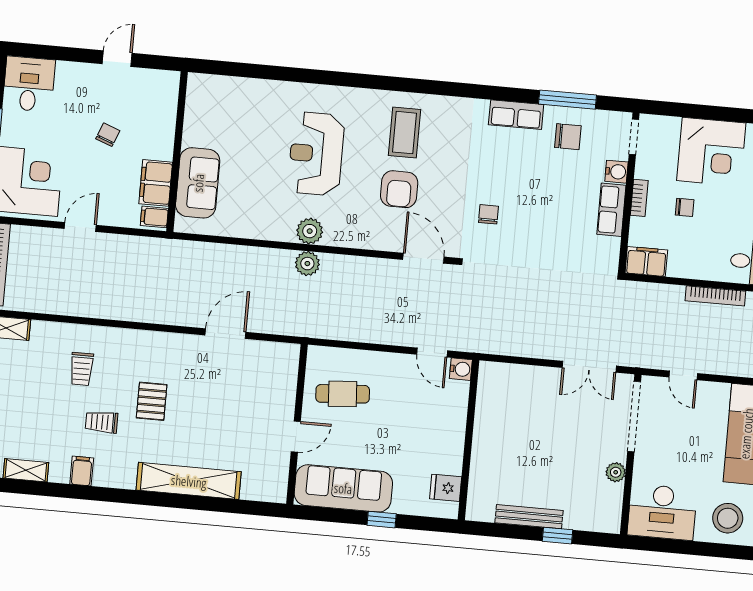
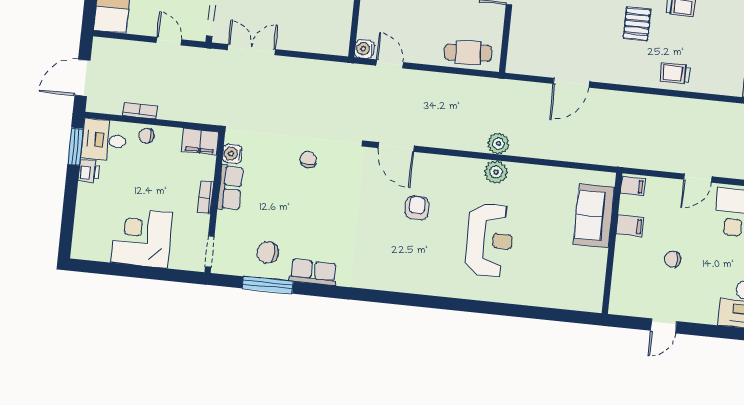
coffee table: (405, 133) -> (411, 258), removed
chair: (108, 135) -> (673, 259), turned 69
water cooler: (616, 172) -> (232, 154), moved
filing cabinet: (156, 183) -> (630, 226), width x0.50
armchair: (399, 189) -> (417, 208), width x0.72, depth x0.72
chair: (685, 207) -> (146, 136), moved
chair: (488, 214) -> (308, 159), moved, turned 180
bookcase: (715, 296) -> (140, 111), width x0.64
trolley: (82, 369) -> (675, 73), moved, turned -90
cafe table: (343, 394) -> (468, 53), moved

